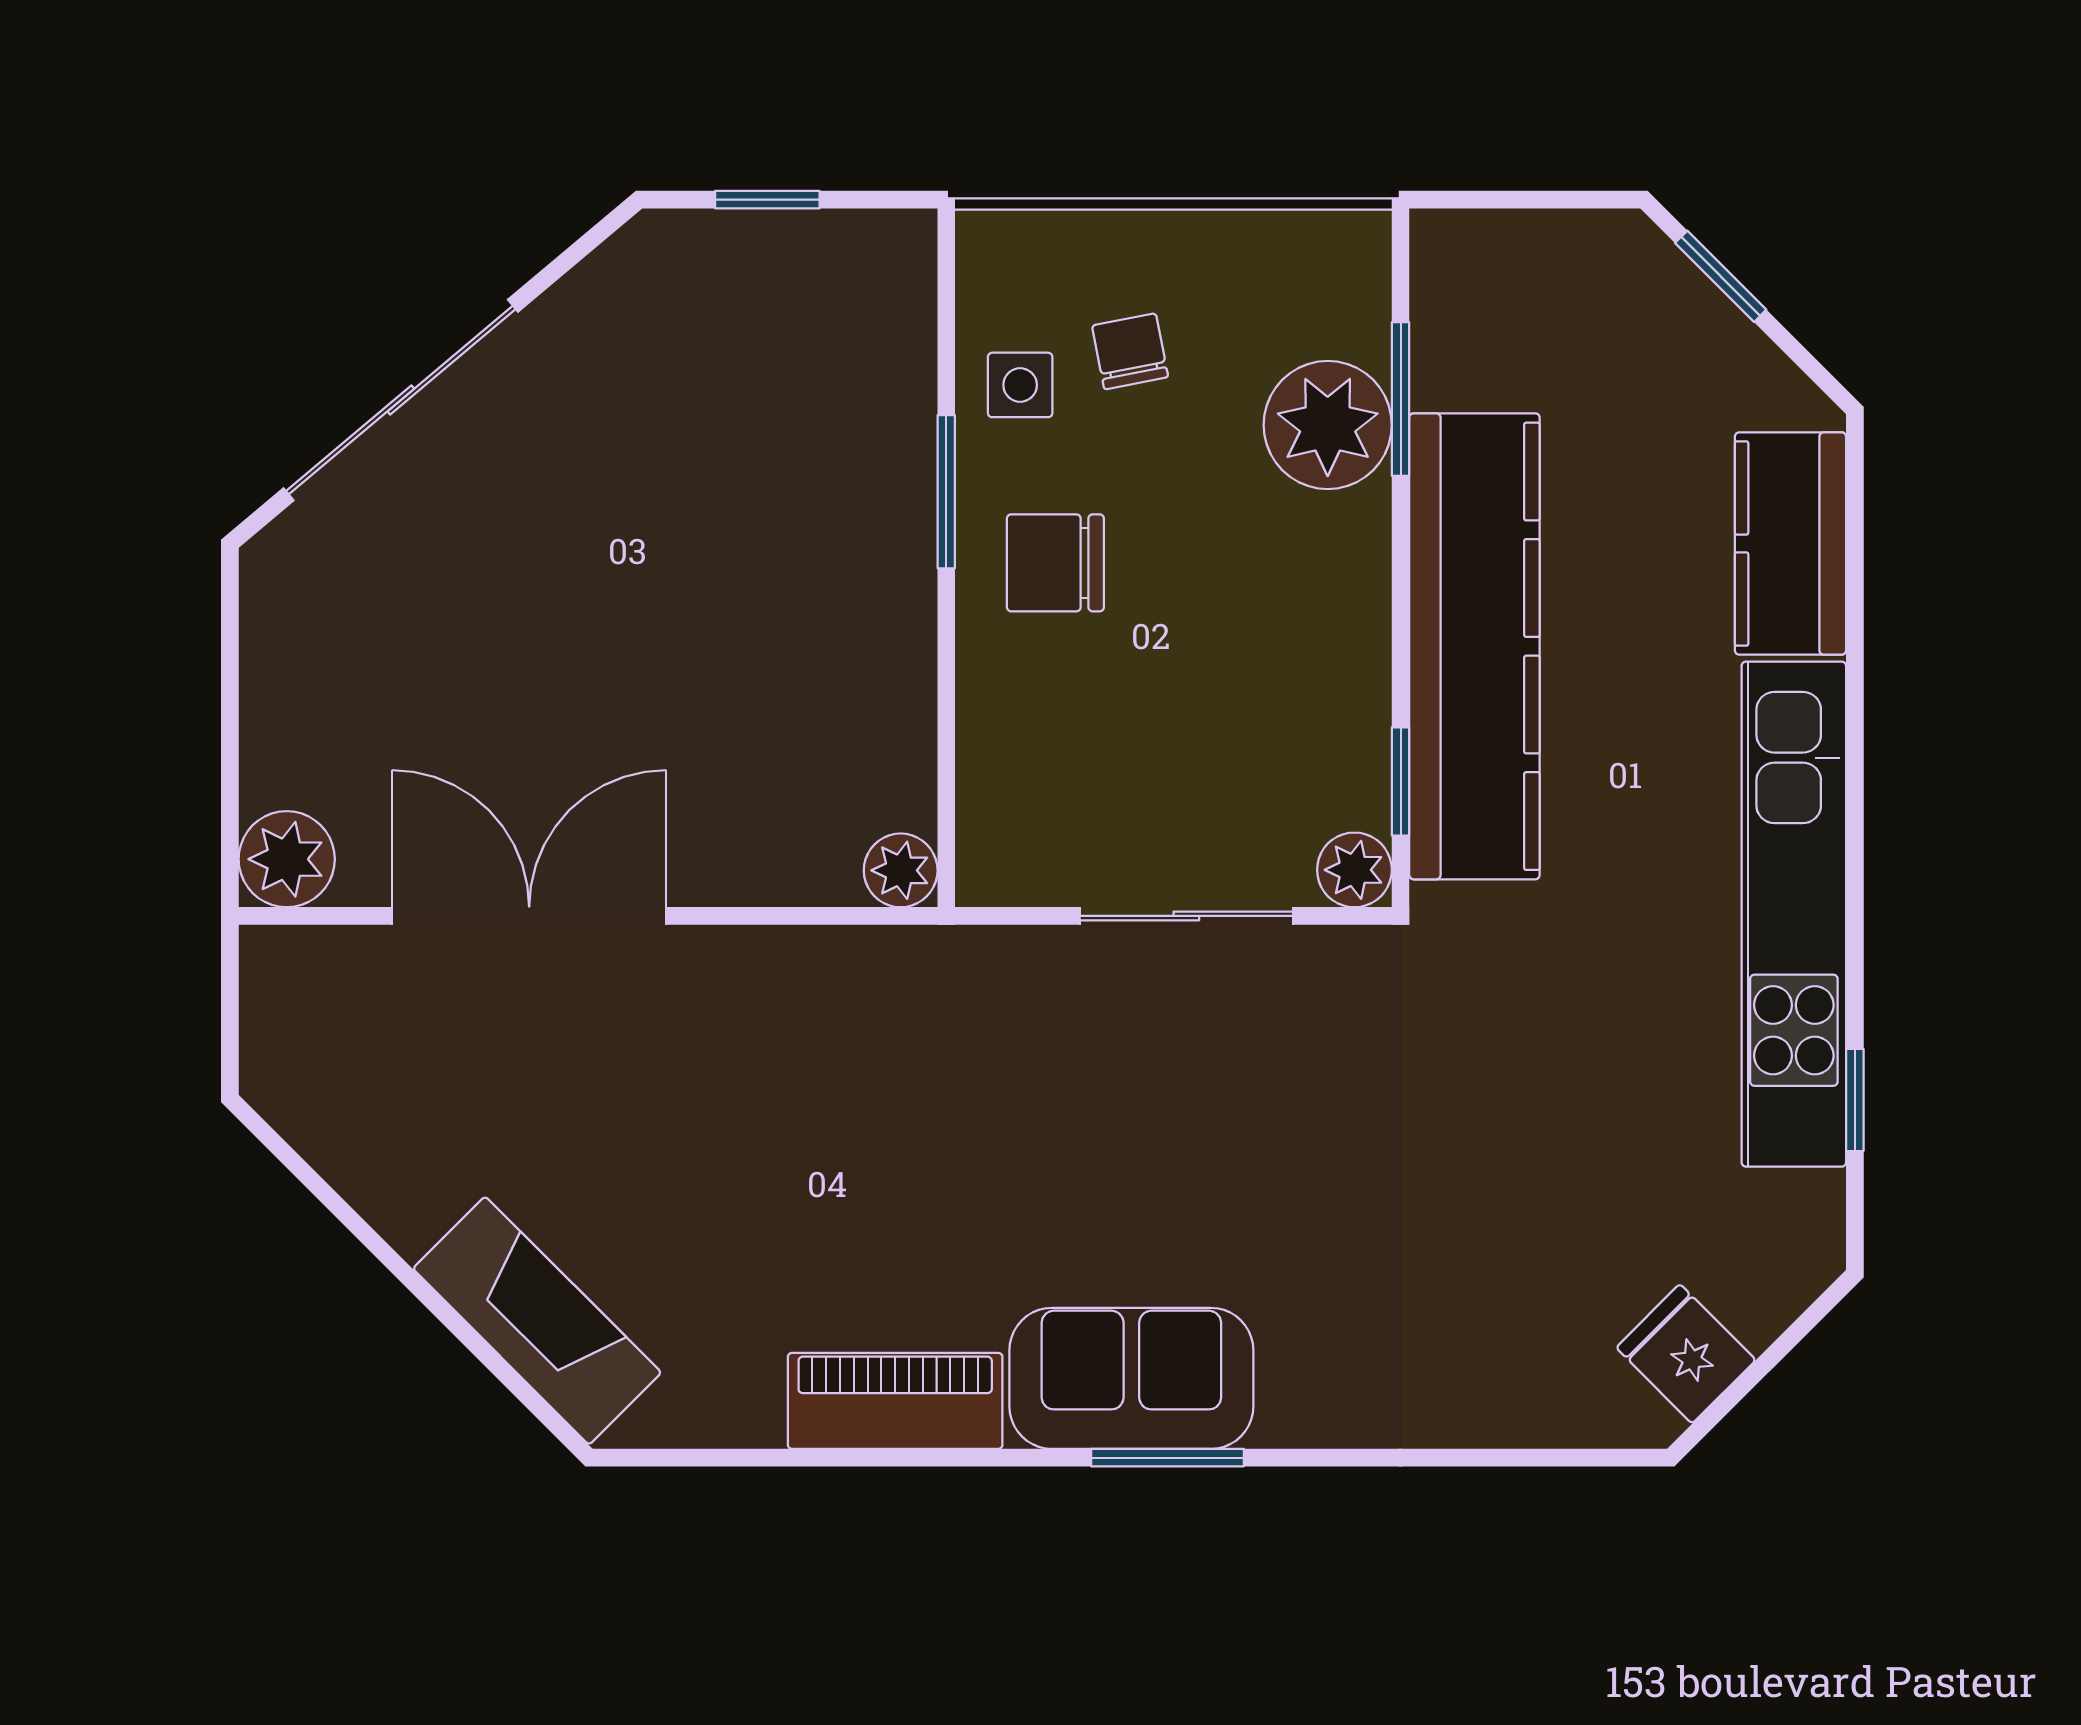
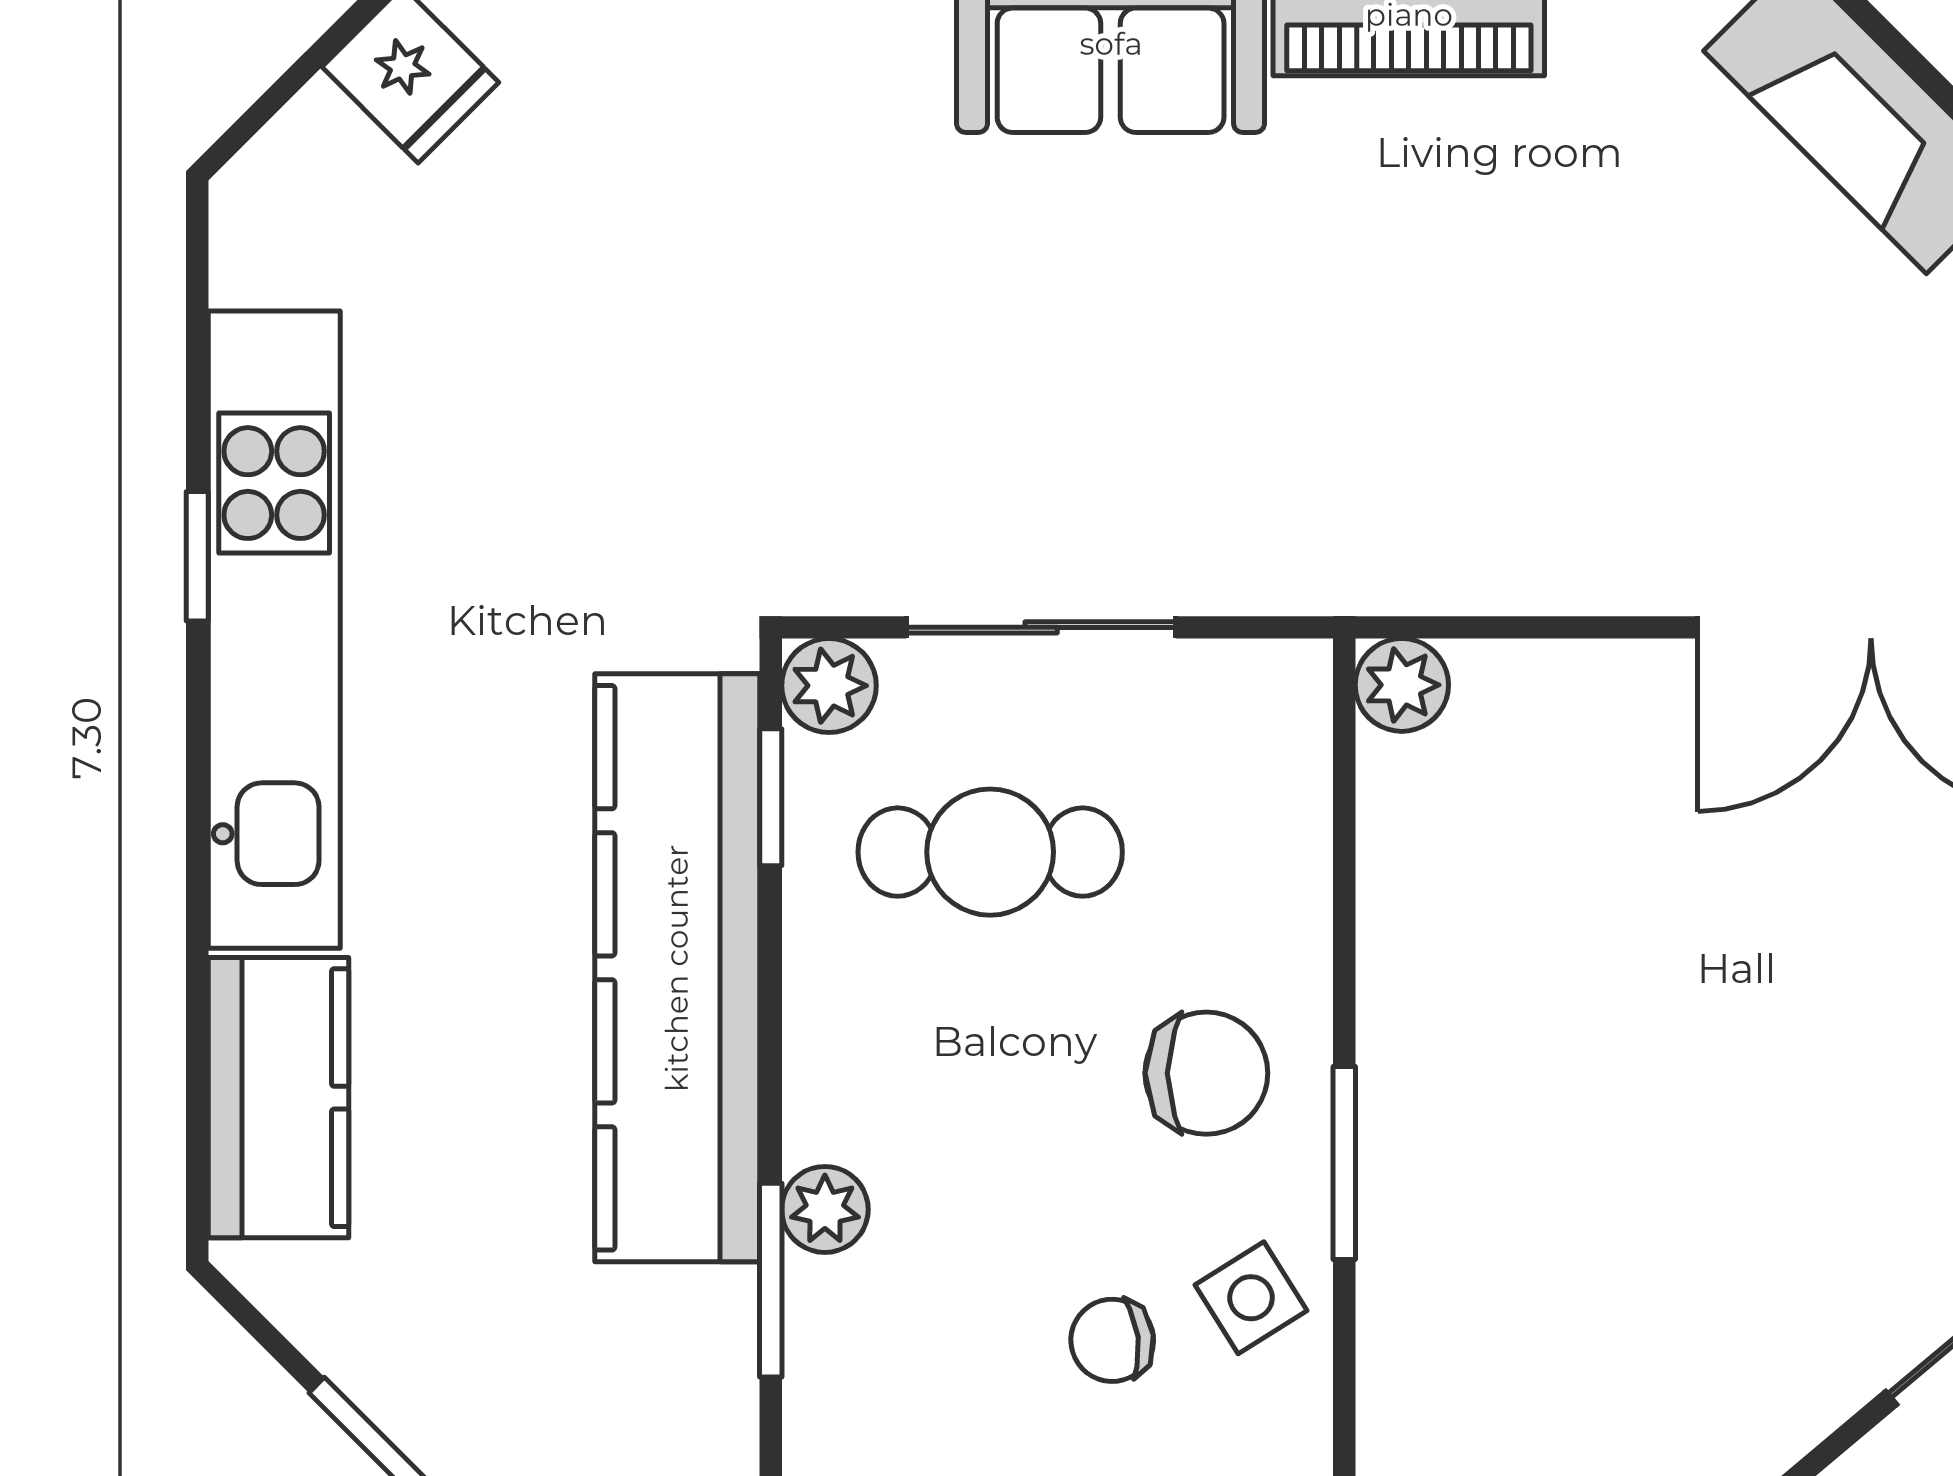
chair: (1130, 351) -> (1112, 1340), turned 94
side table: (1020, 385) -> (1251, 1298), turned -32
plant: (1328, 425) -> (825, 1209), width x0.53, depth x0.53
cafe table: (1227, 738) -> (990, 852), added
window: (1855, 1100) -> (197, 556), moved

